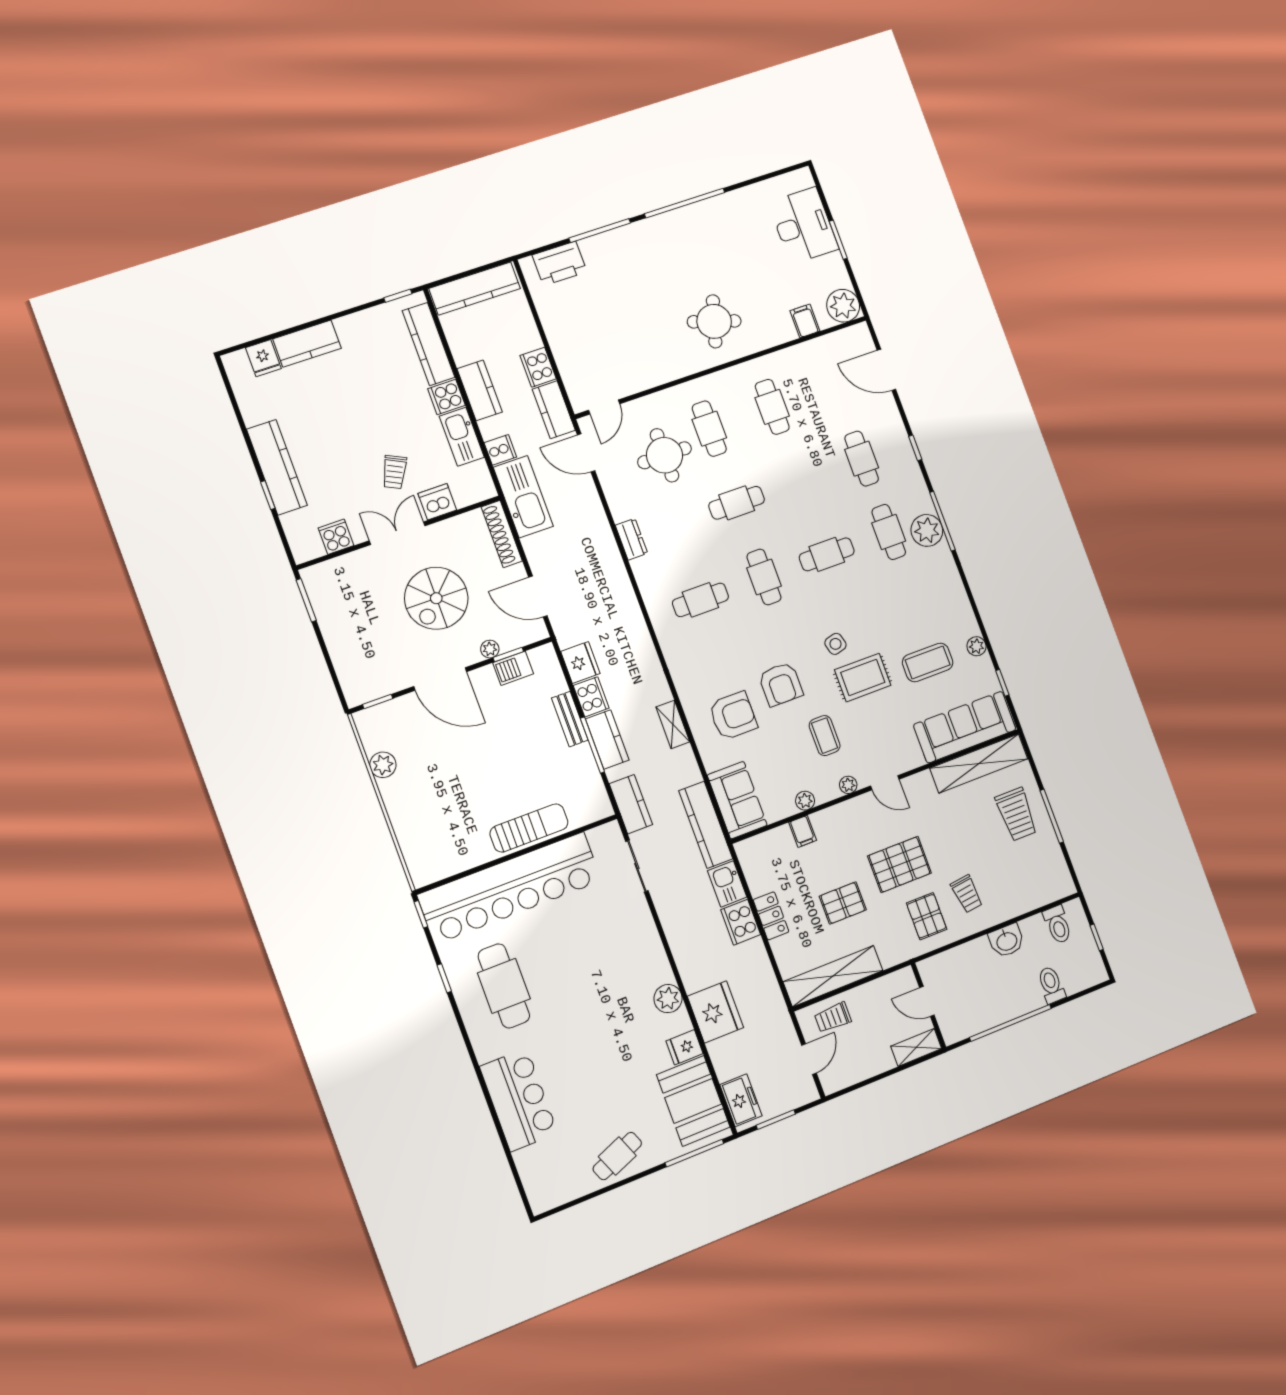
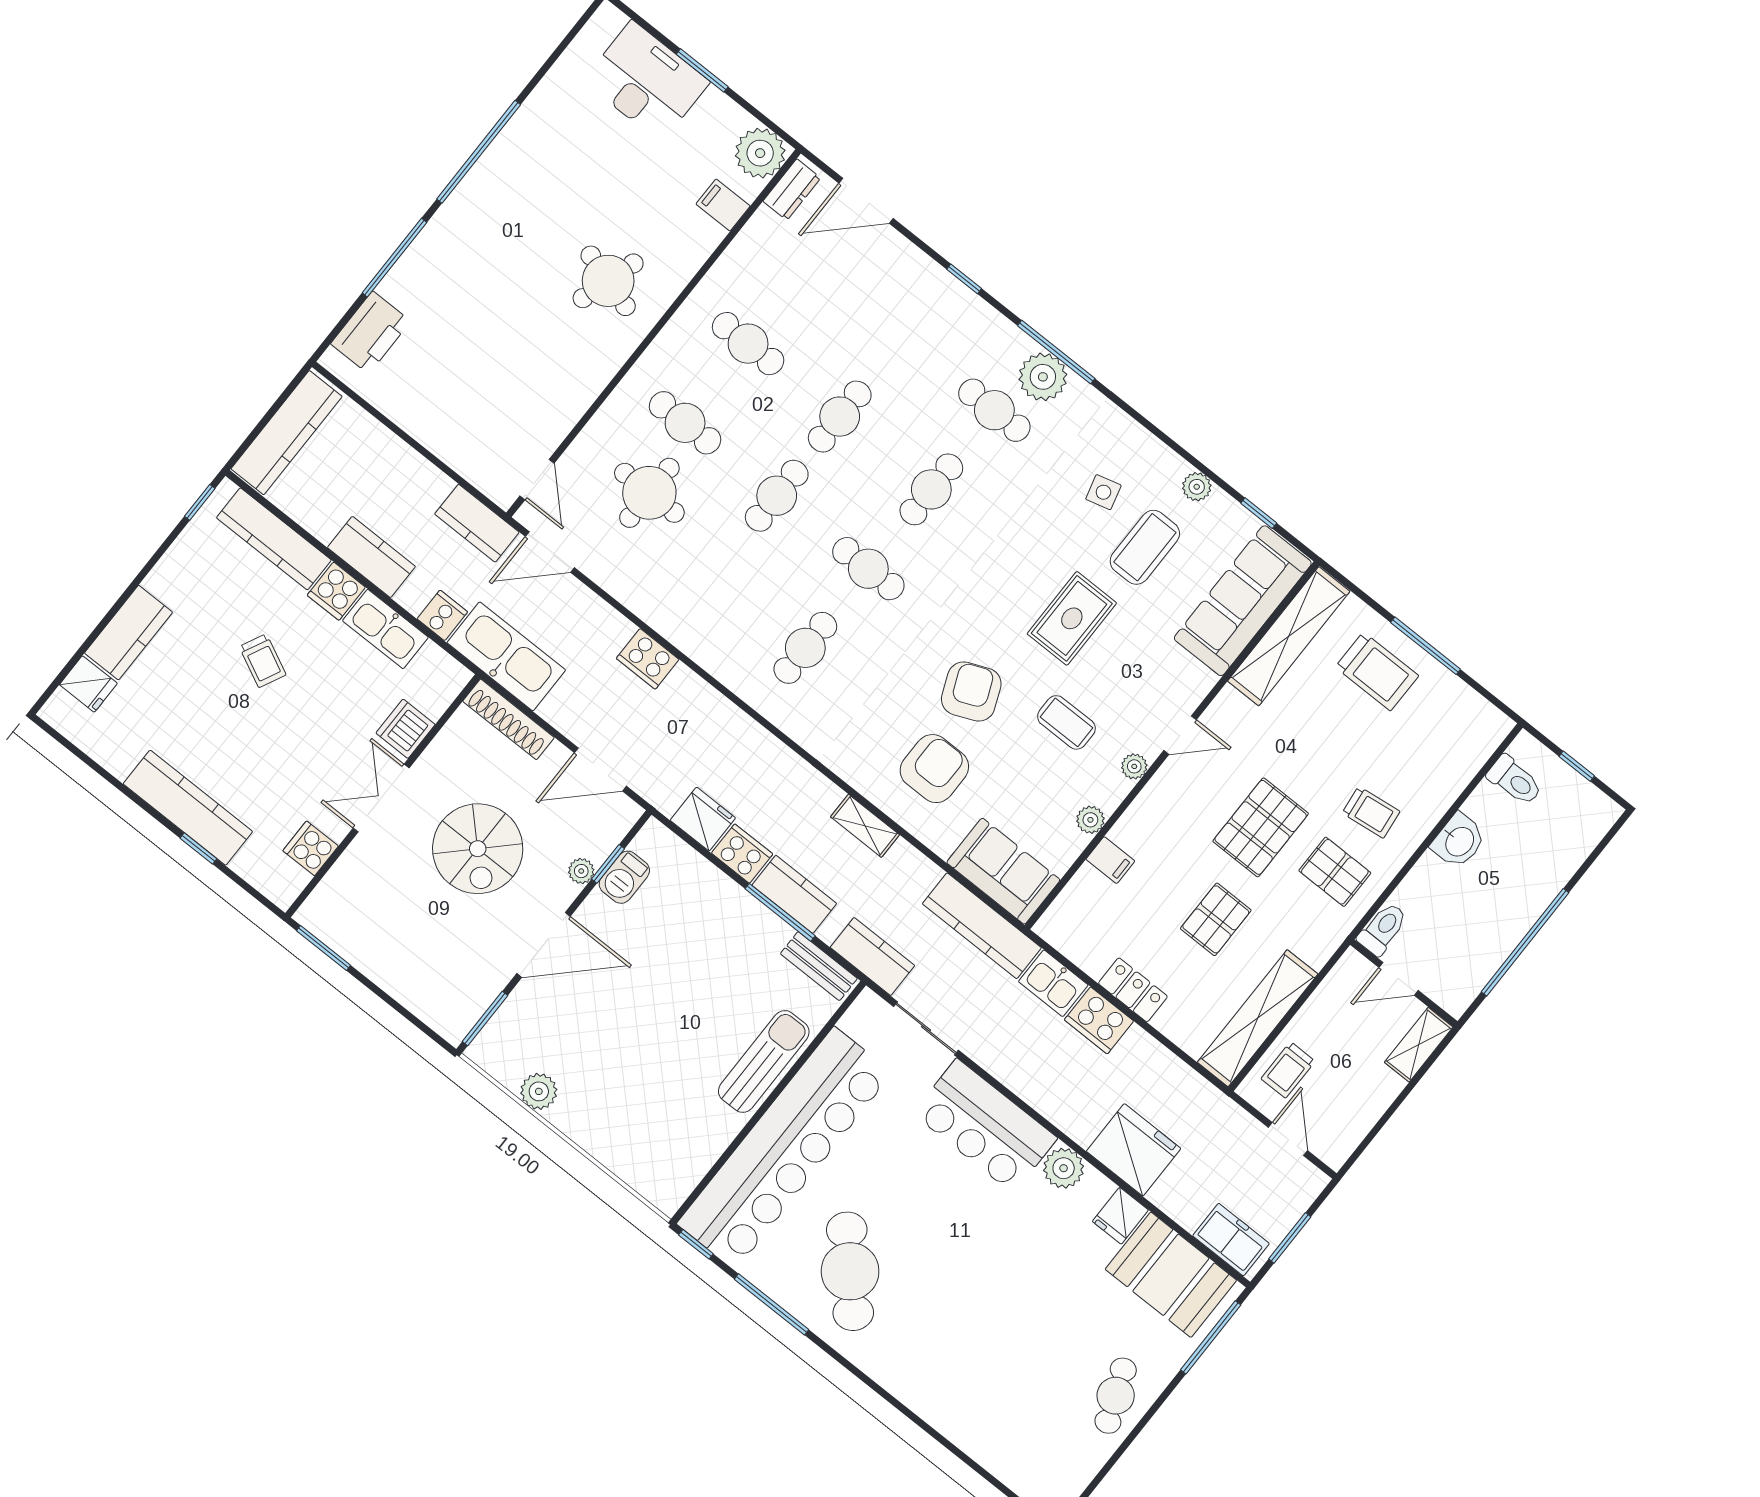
cooker: (538, 367) -> (648, 659), moved
cafe table: (862, 459) -> (840, 417), moved, turned 90
trolley: (394, 472) -> (263, 661), moved
dresser: (631, 539) -> (792, 190), moved, turned 90
side table: (835, 644) -> (1103, 492), moved
armchair: (781, 684) -> (971, 692), turned -113
window: (378, 701) -> (485, 1018), width x1.50
bench: (570, 719) -> (819, 966), moved
window: (444, 978) -> (771, 1304), width x2.17
toilet: (1051, 985) -> (1383, 929), moved, turned 90
cafe table: (504, 986) -> (850, 1271), turned 47
bar counter: (519, 1100) -> (985, 1126), moved, turned 180

